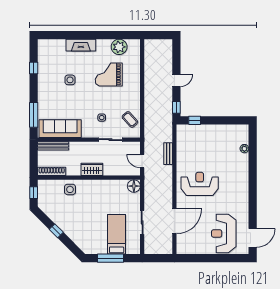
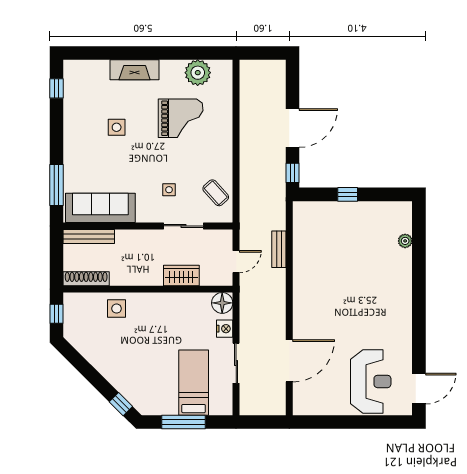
window: (34, 68) -> (56, 88), moved
grand piano: (109, 74) -> (181, 118), turned 180
door: (176, 80) -> (293, 128), width x1.88
window: (195, 120) -> (348, 194), moved
door: (142, 161) -> (236, 262), swing flipped
wardrobe: (92, 169) -> (181, 275), moved
reception desk: (200, 184) -> (331, 299), removed
nightstand: (135, 202) -> (225, 329), added
window: (56, 231) -> (121, 404), moved
reception desk: (224, 233) -> (371, 381), turned 180

